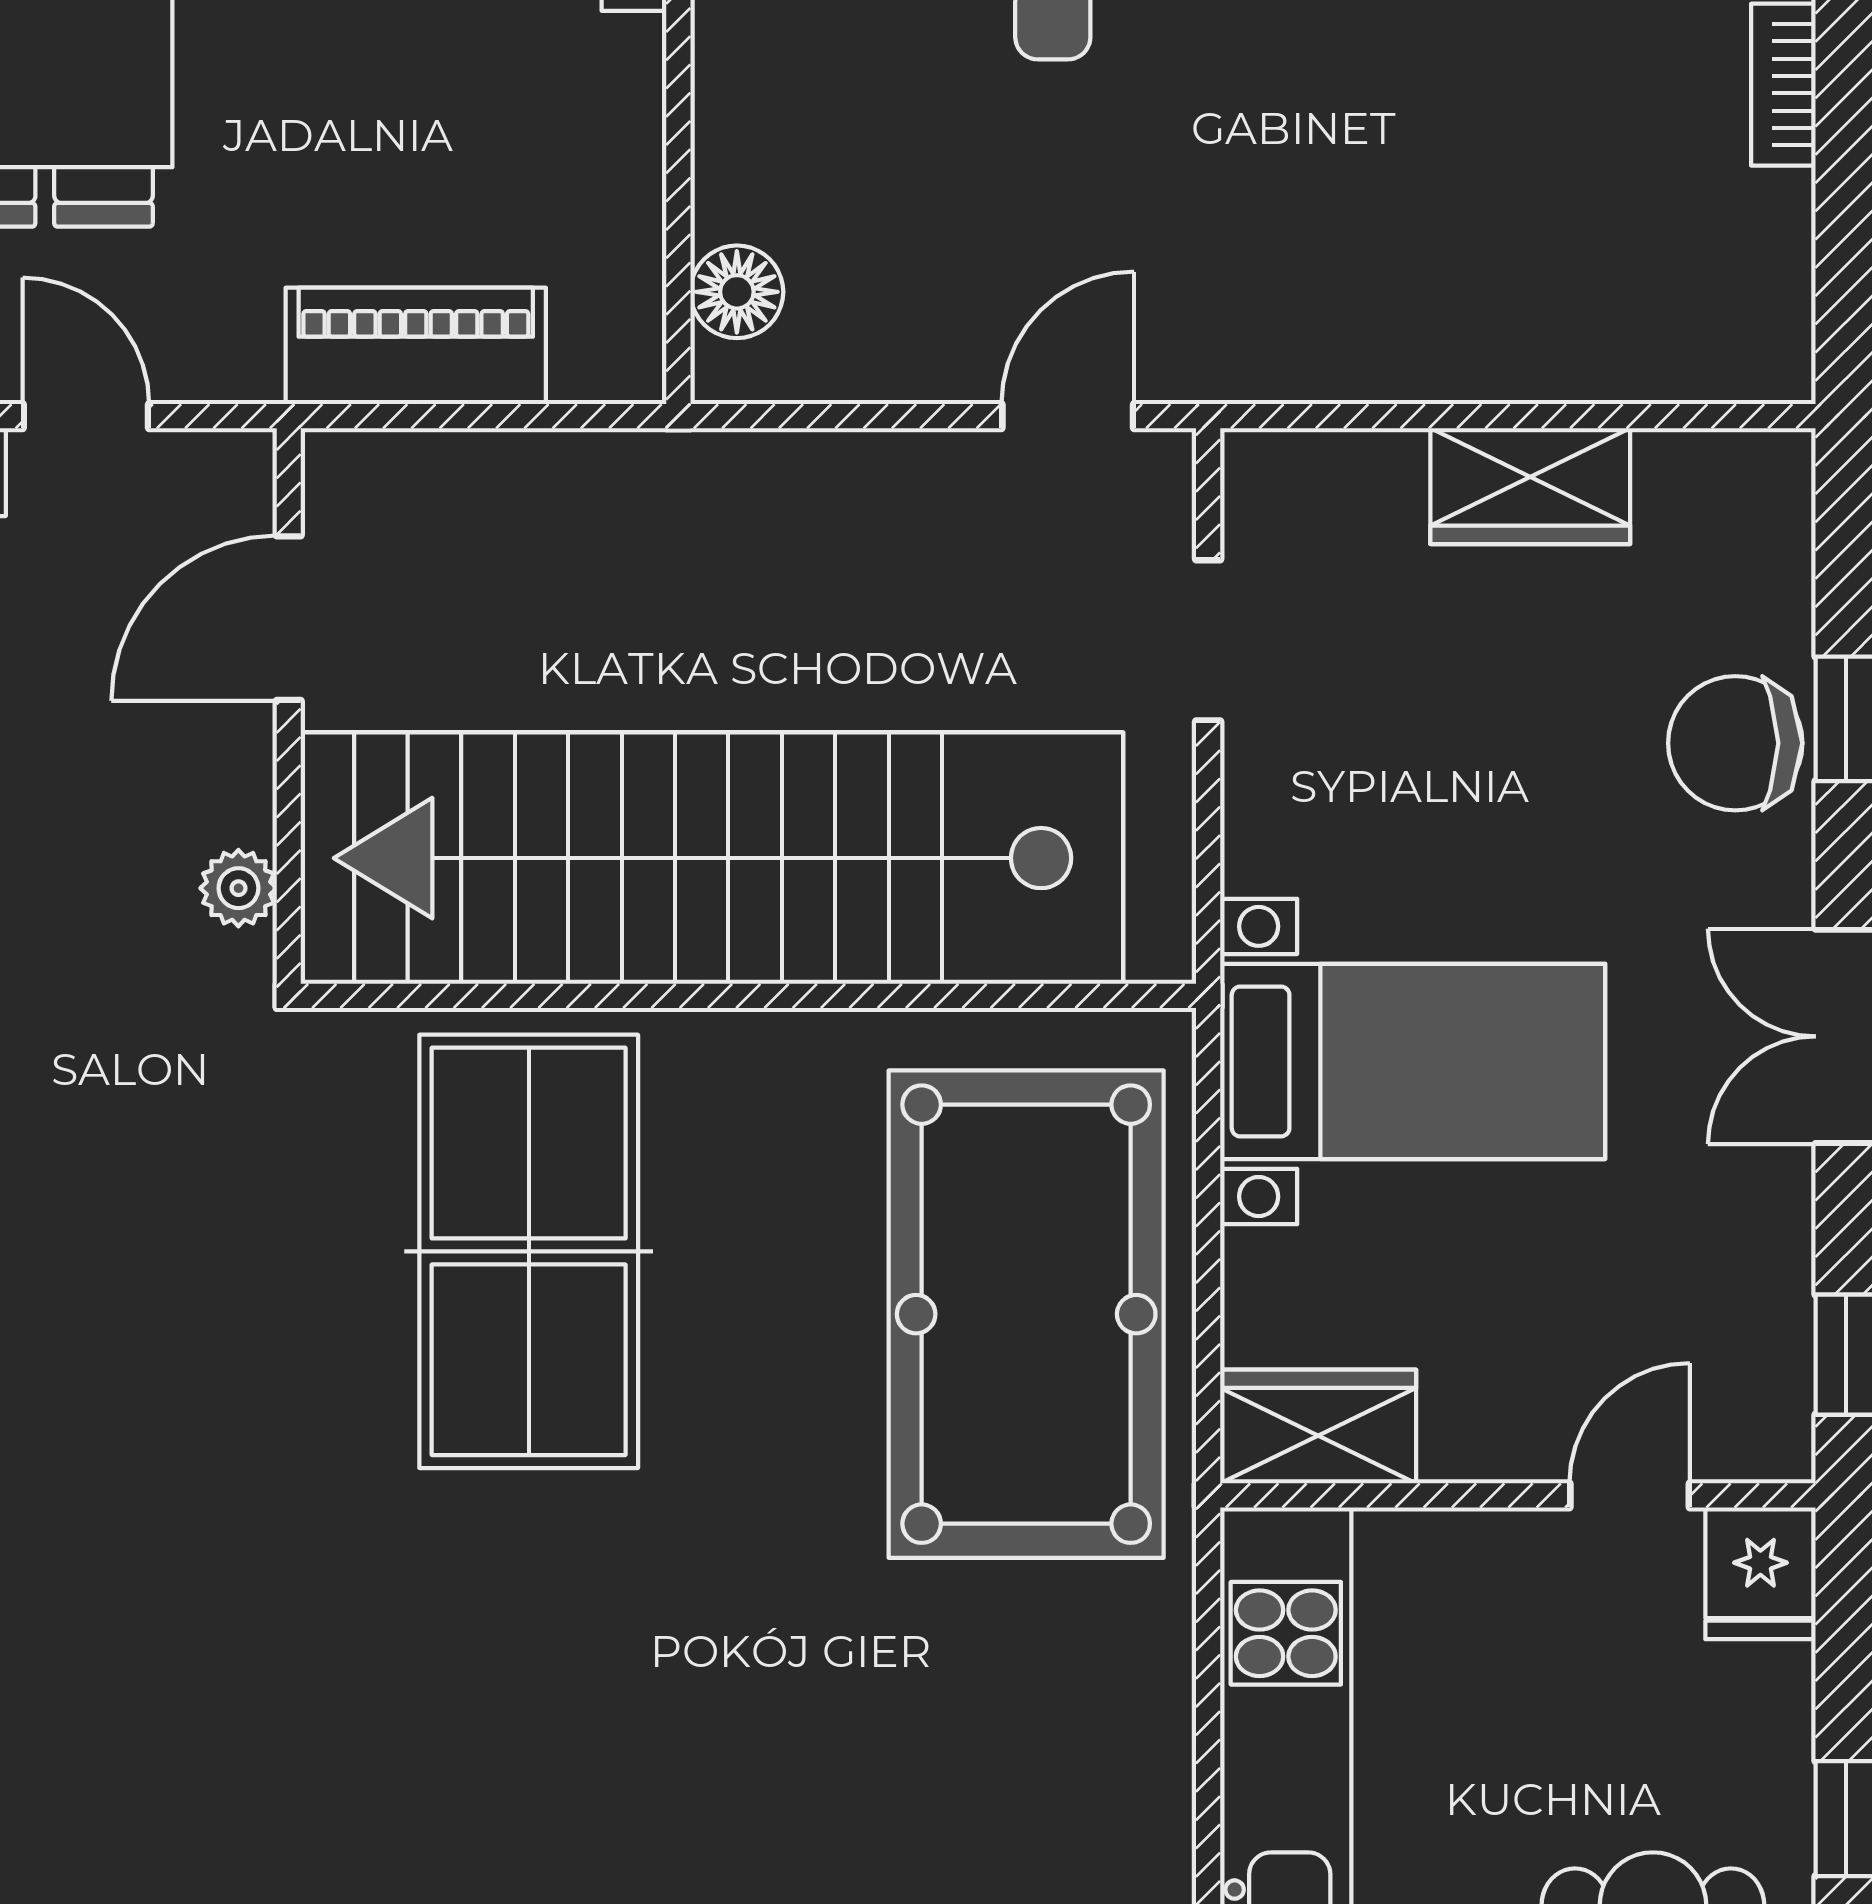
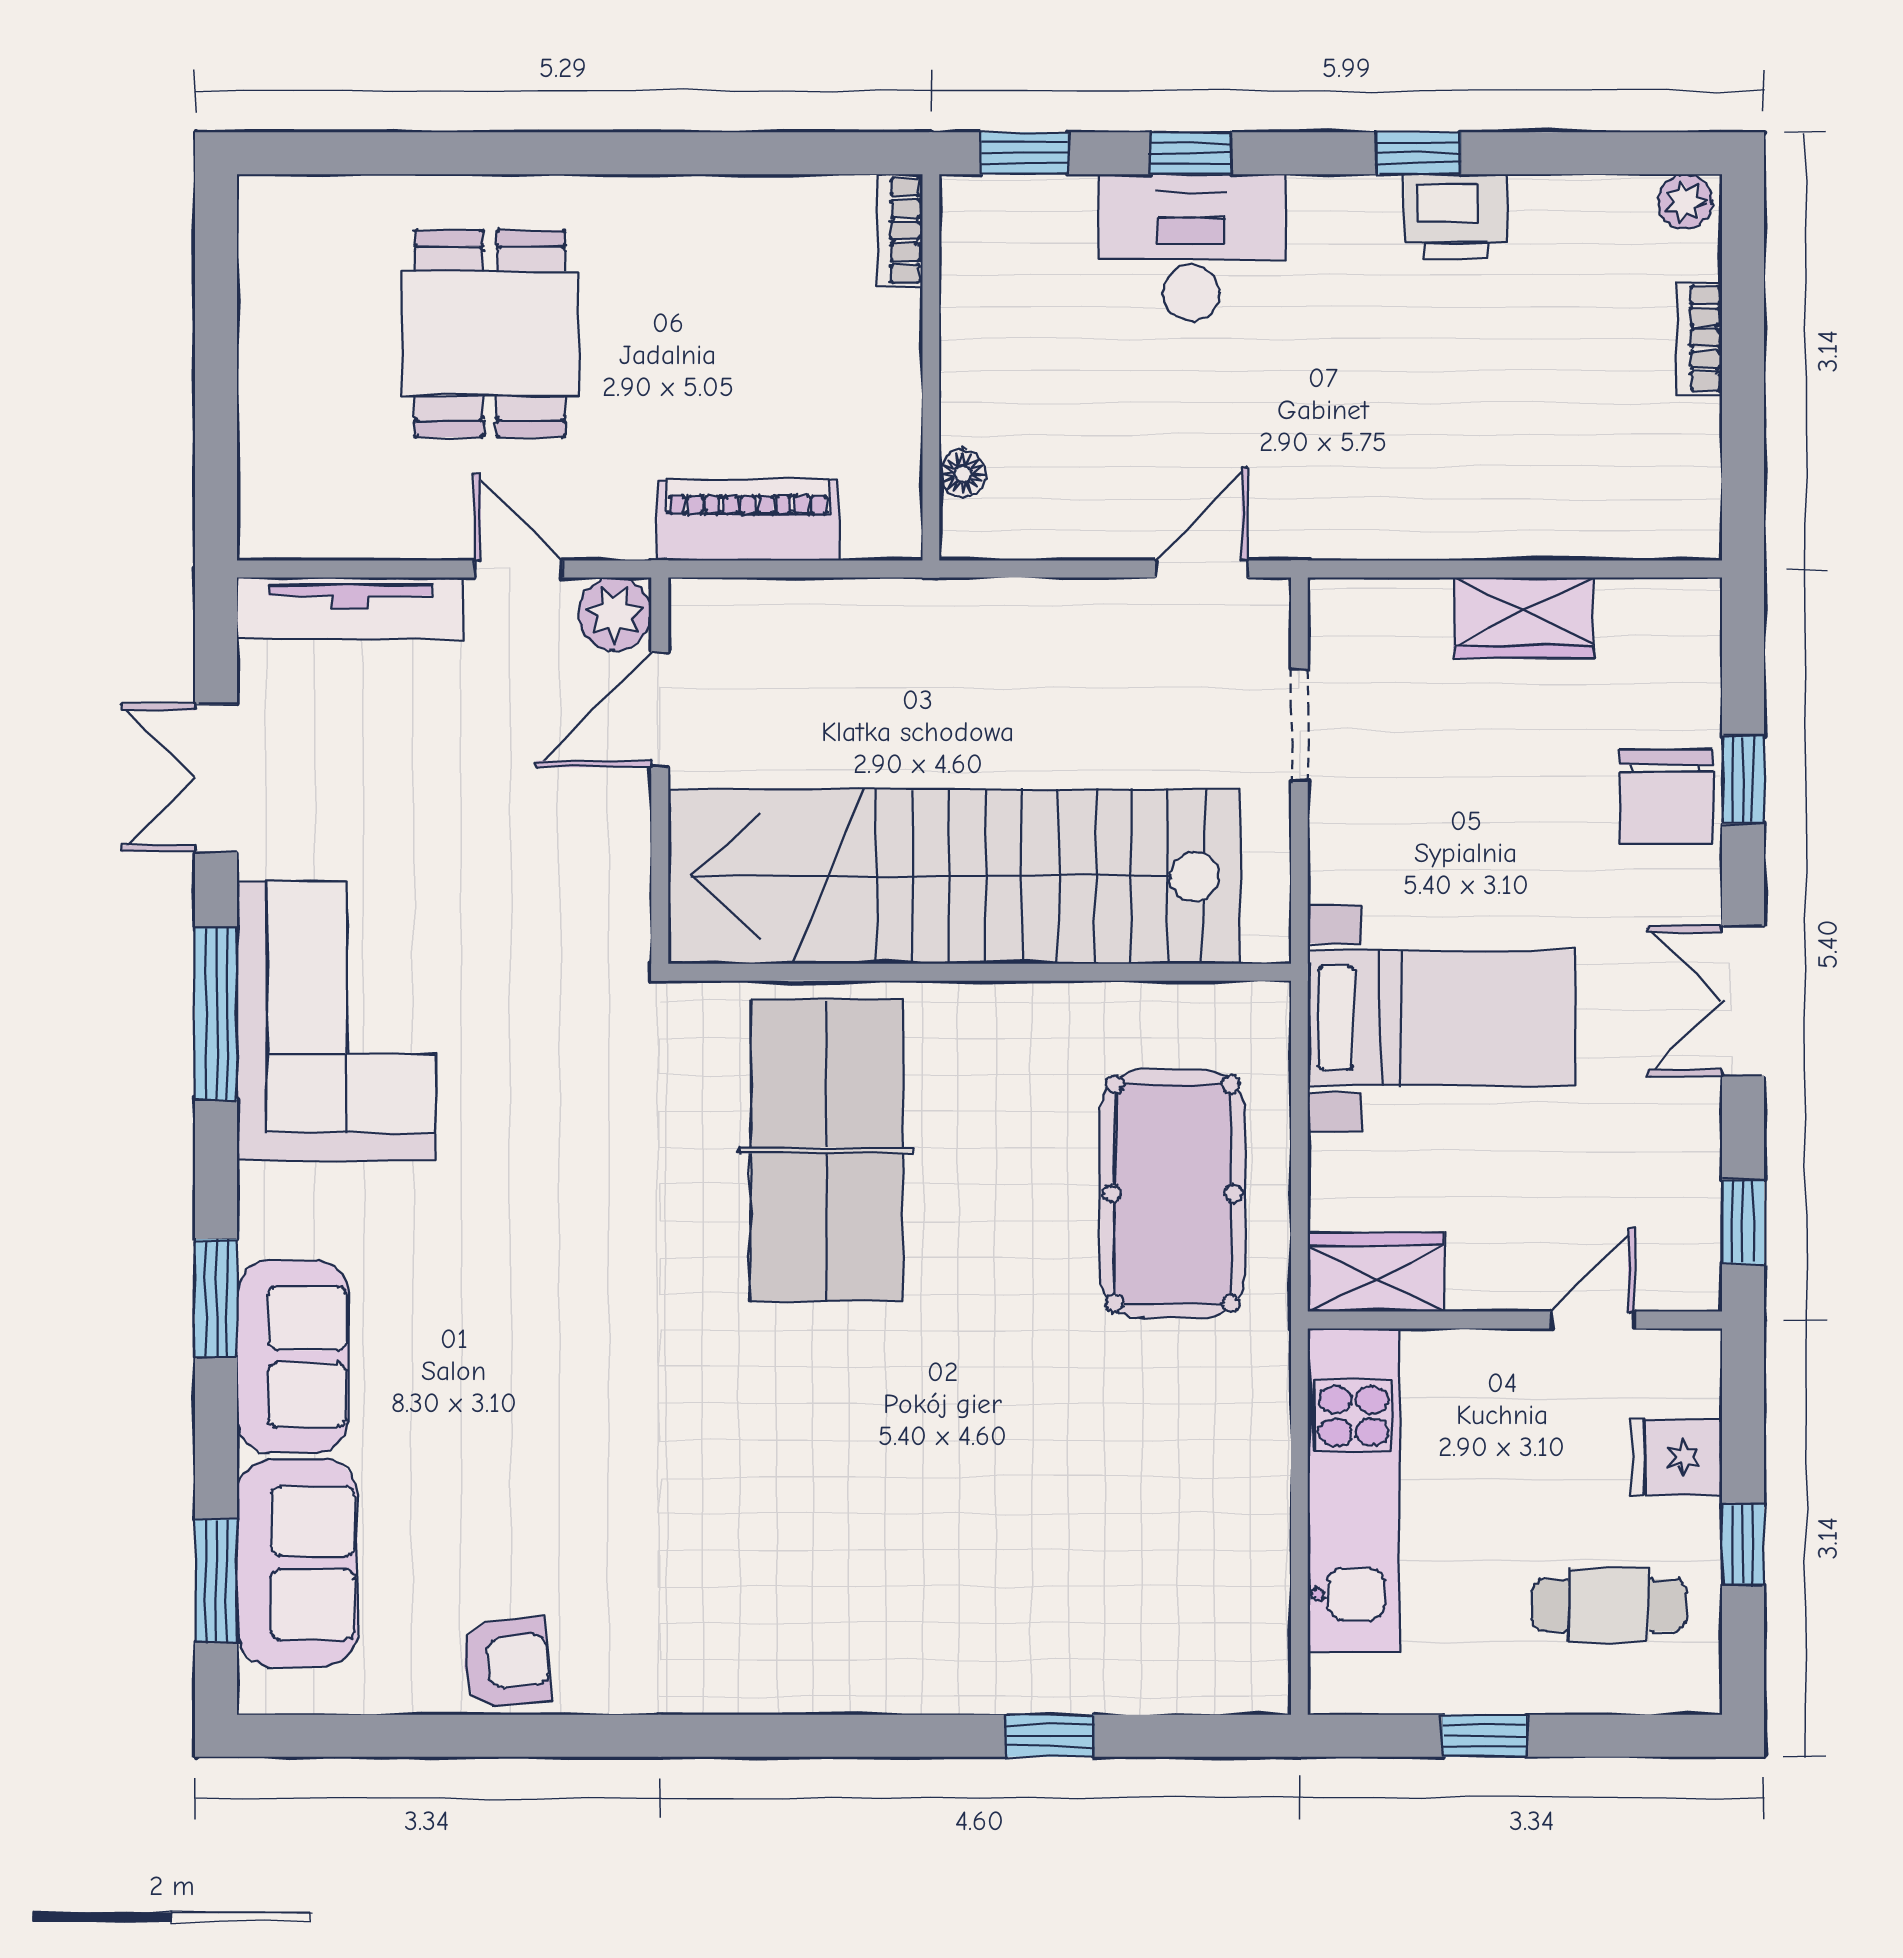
floor lamp: (737, 292) -> (963, 474), width x0.73, depth x0.73
chair: (1735, 743) -> (1666, 797), turned -90
plant: (238, 888) -> (615, 614), moved, width x1.38, depth x1.38
pool table: (1026, 1314) -> (1173, 1194), width x0.73, depth x0.76
fridge: (1760, 1573) -> (1676, 1457), moved, turned 90

